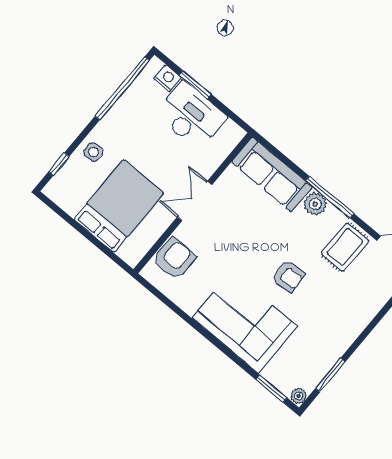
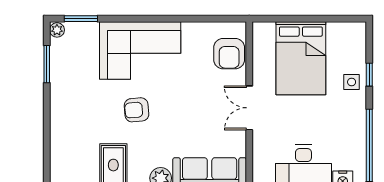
window: (59, 164) -> (369, 75), moved
double door: (195, 201) -> (249, 108), swing flipped

